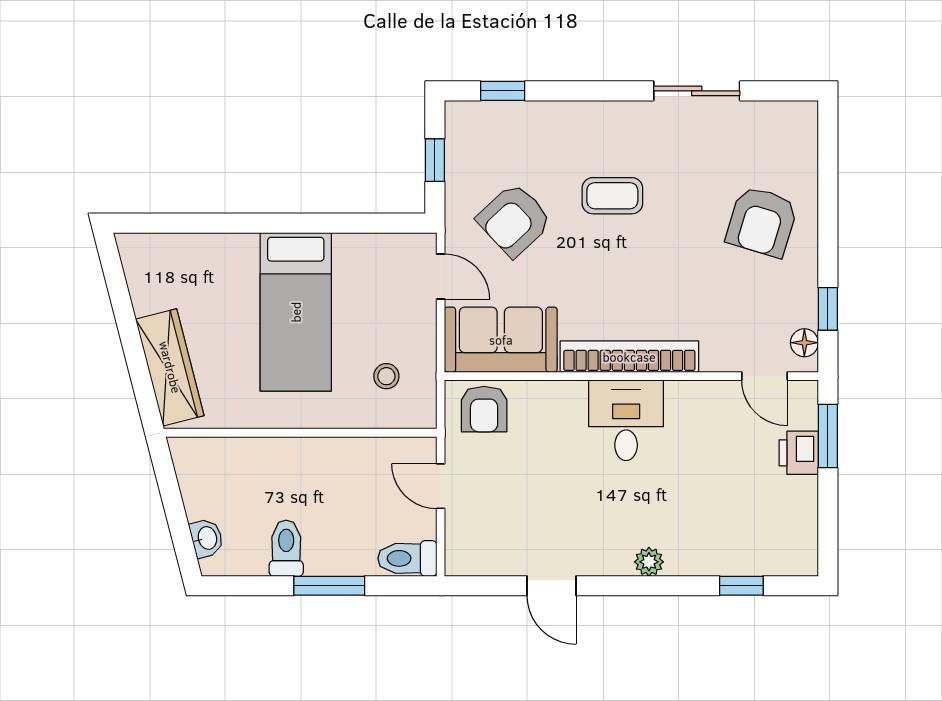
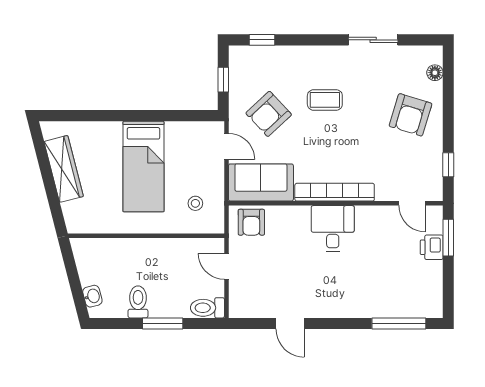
floor lamp: (804, 343) -> (435, 73), moved
wardrobe: (170, 367) -> (64, 169), moved
plant: (649, 562) -> (346, 310), removed
window: (741, 586) -> (399, 323), width x2.17

